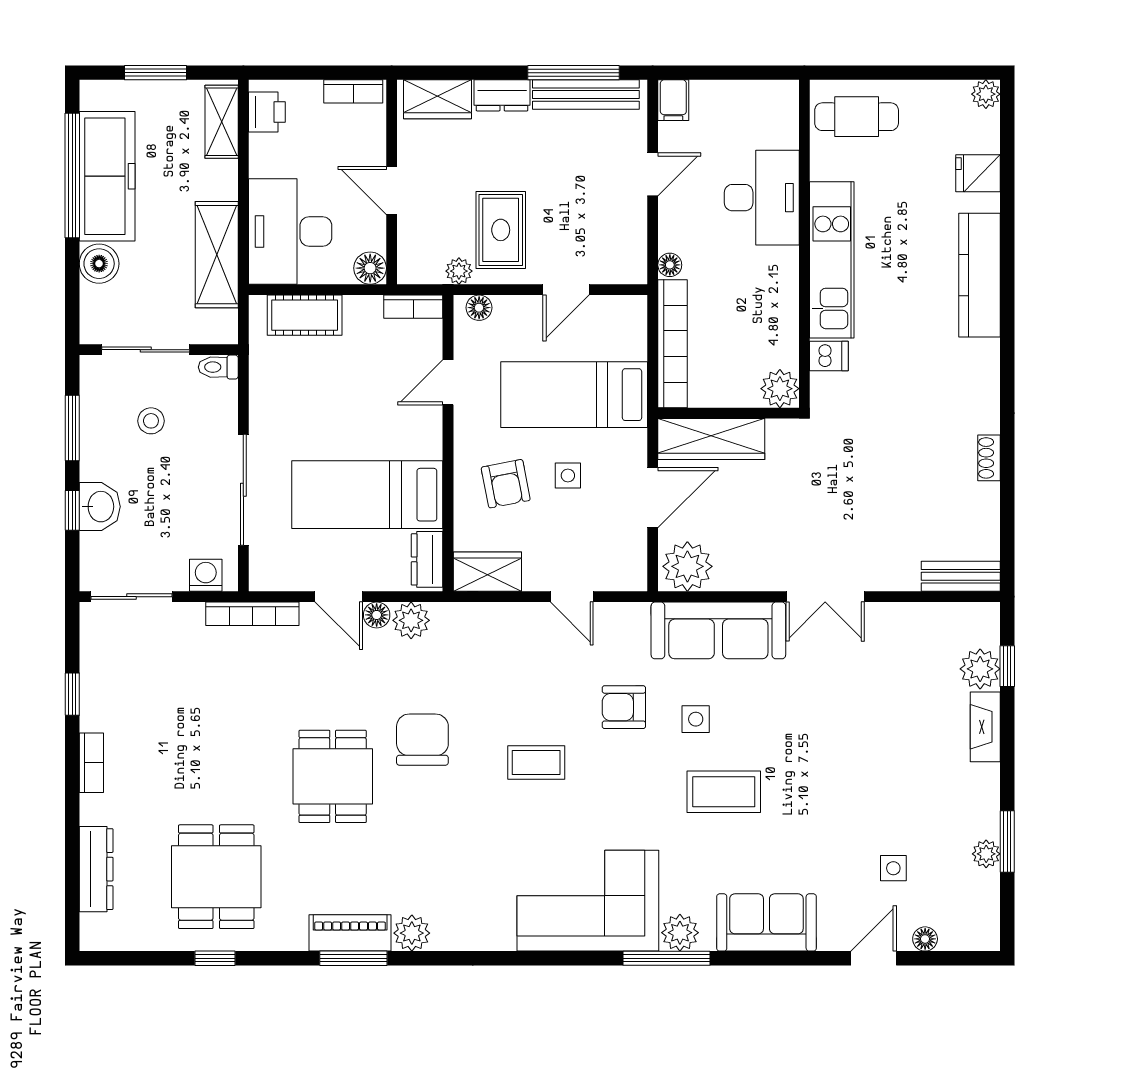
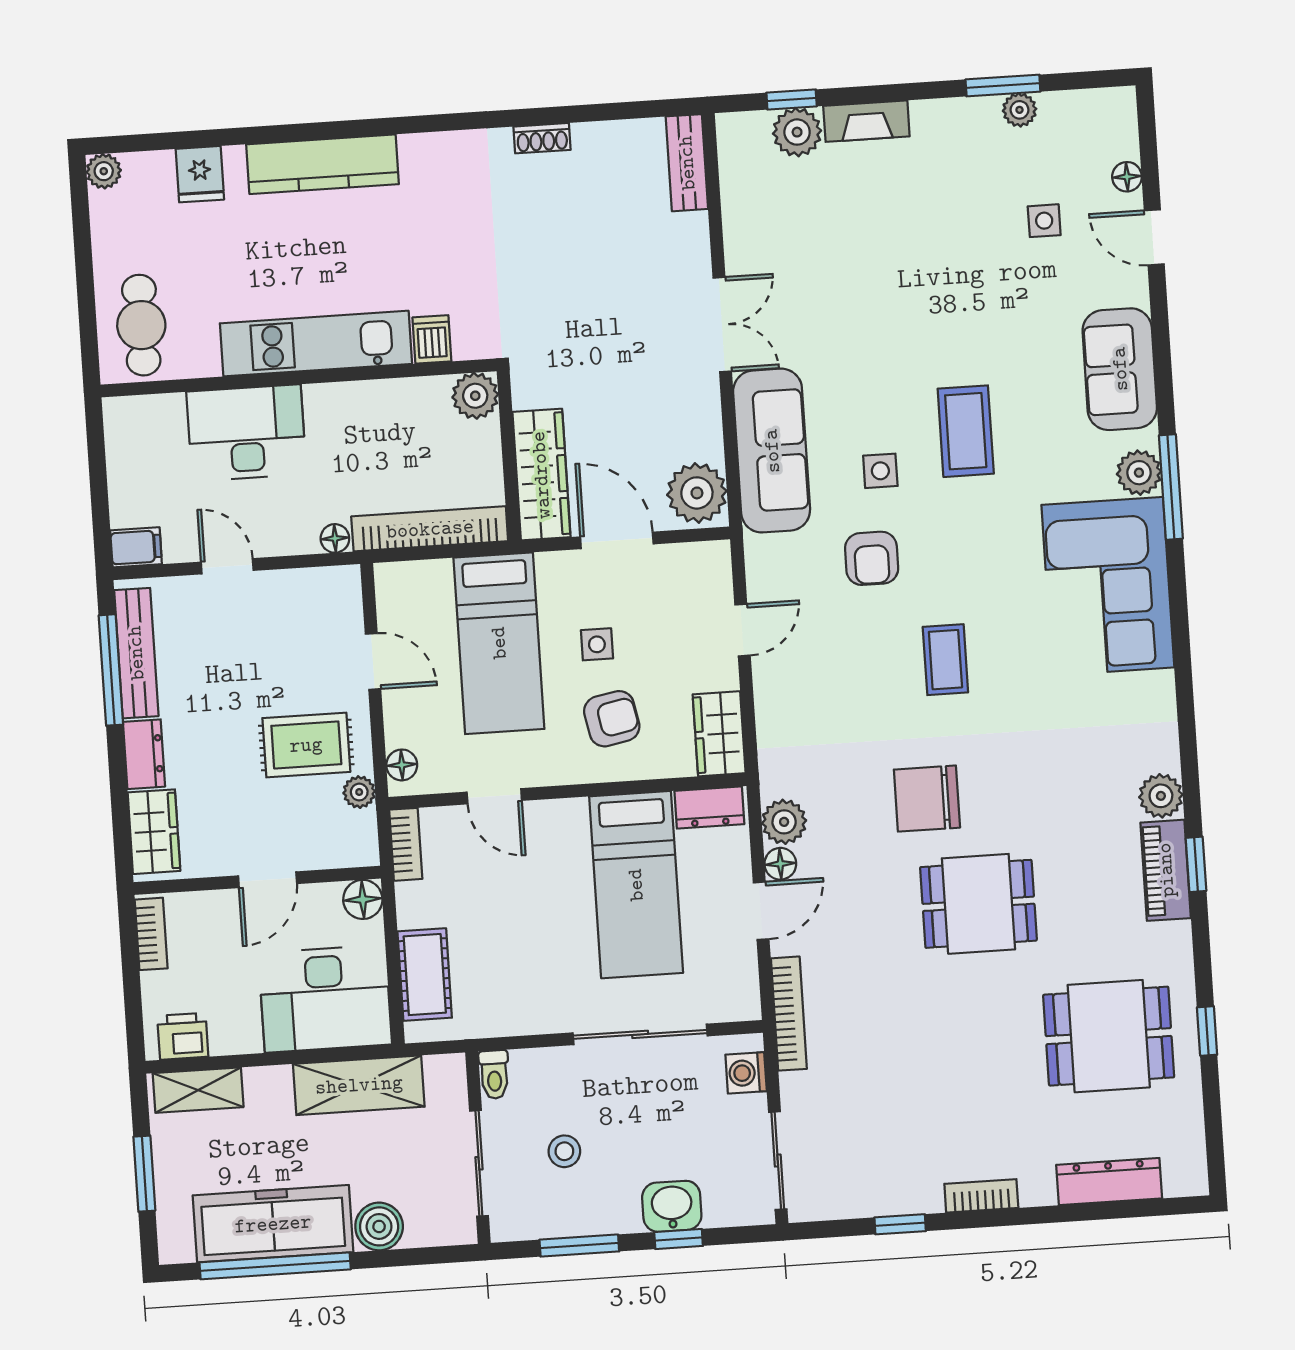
window: (353, 958) -> (1196, 864), width x0.67

